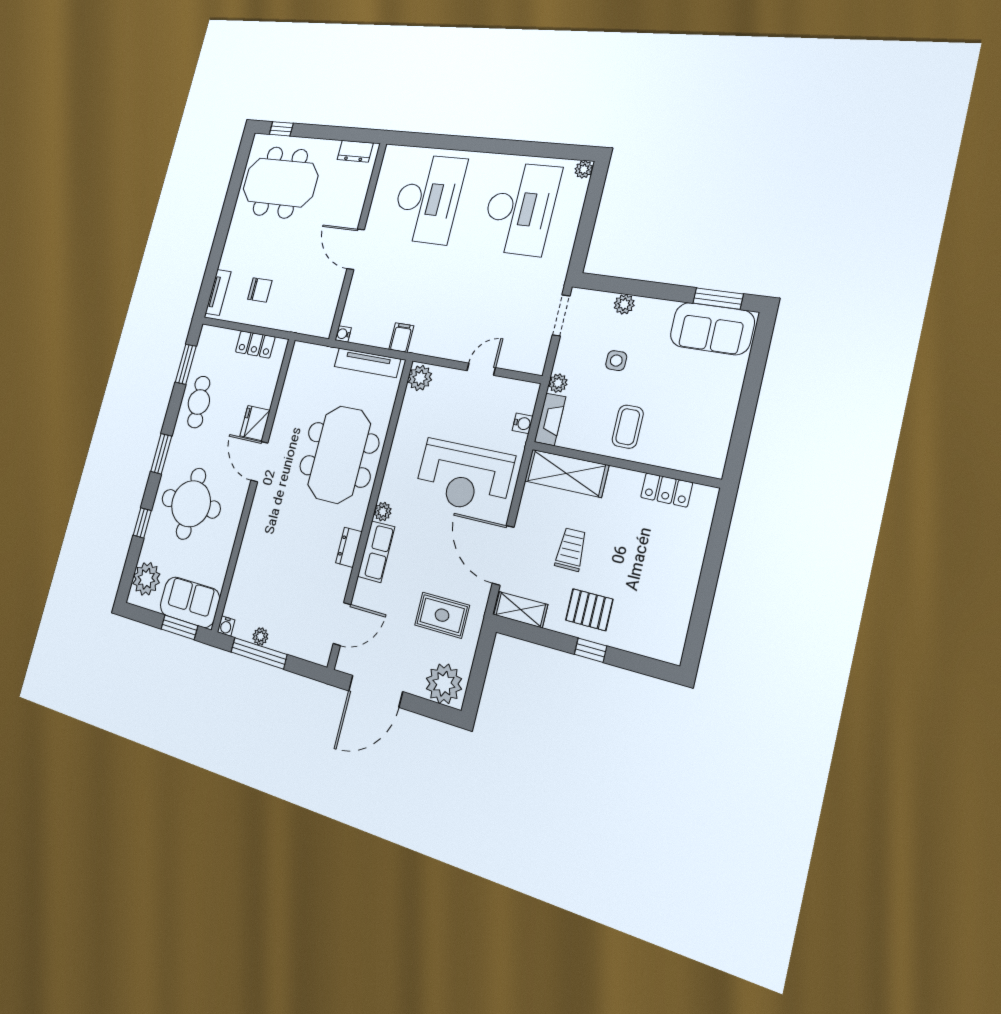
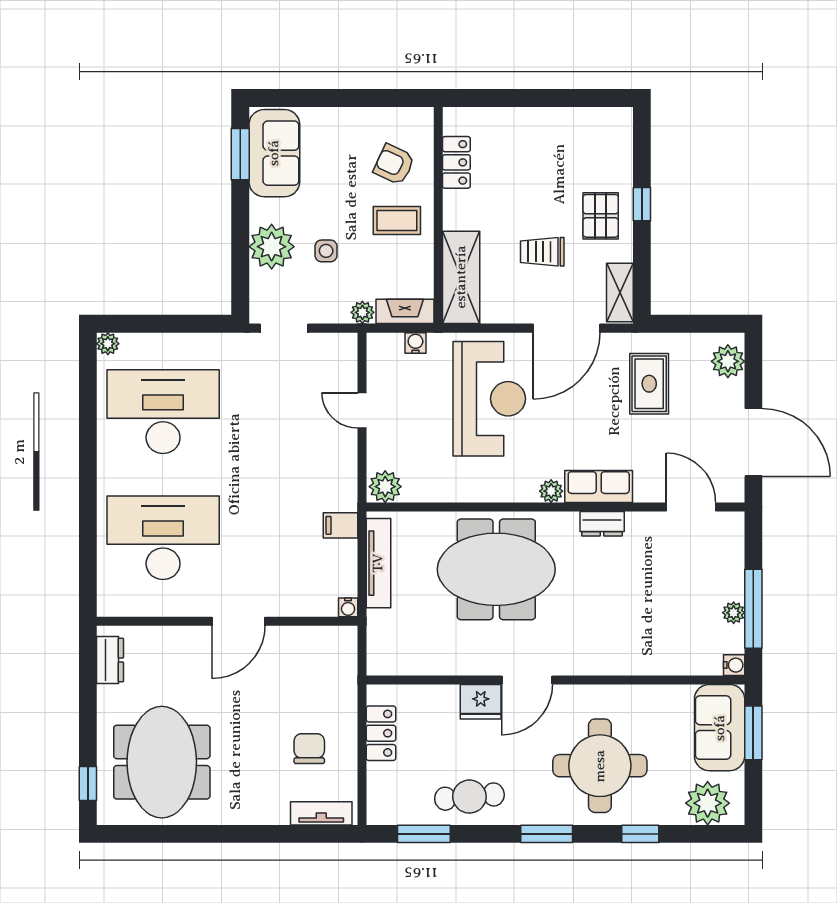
plant: (624, 304) -> (272, 247), width x1.88, depth x1.88
armchair: (678, 433) -> (394, 164), added
plant: (444, 684) -> (728, 361), width x0.73, depth x0.73

